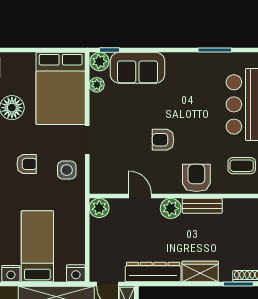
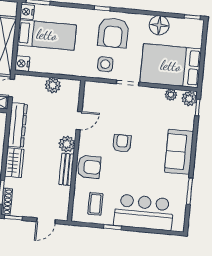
sofa: (137, 68) -> (179, 152), moved
armchair: (27, 164) -> (113, 33), width x1.88, depth x1.88
plant: (99, 208) -> (53, 85), moved

